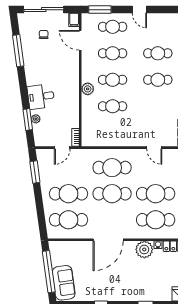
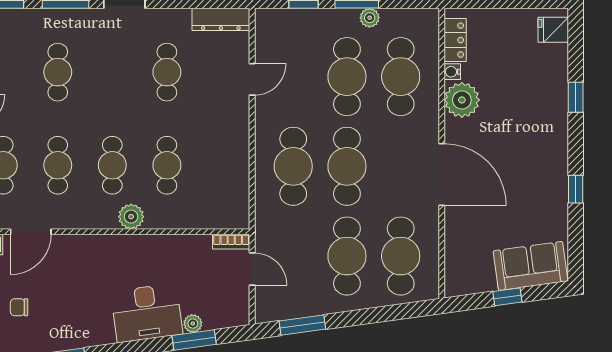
cafe table: (158, 80) -> (167, 72), moved
desk: (41, 96) -> (147, 313), width x1.37
window: (49, 272) -> (507, 297), width x0.32

